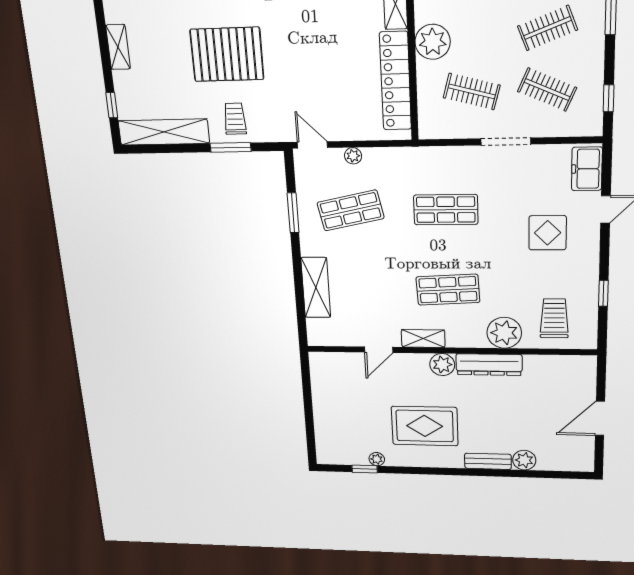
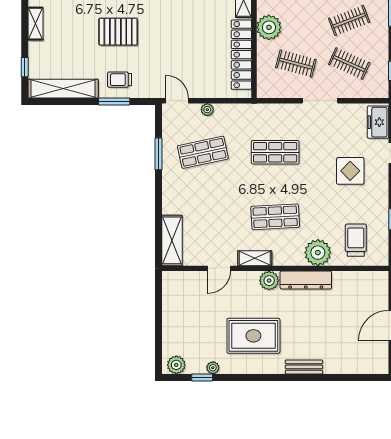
pallet: (227, 54) -> (118, 32), width x0.73, depth x0.71
trolley: (235, 119) -> (120, 80), turned -90
shelving: (316, 288) -> (172, 240), moved
plant: (524, 460) -> (176, 365), moved

